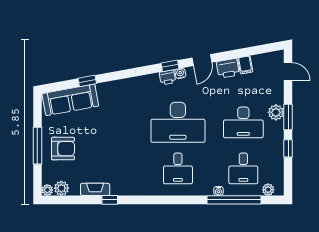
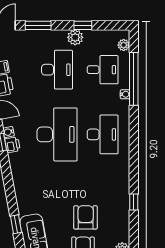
plant: (276, 112) -> (75, 37), moved
window: (288, 117) -> (38, 25), moved
armchair: (94, 151) -> (86, 217), added
desk: (178, 168) -> (103, 134), width x1.37
fireplace: (95, 189) -> (123, 216), removed

